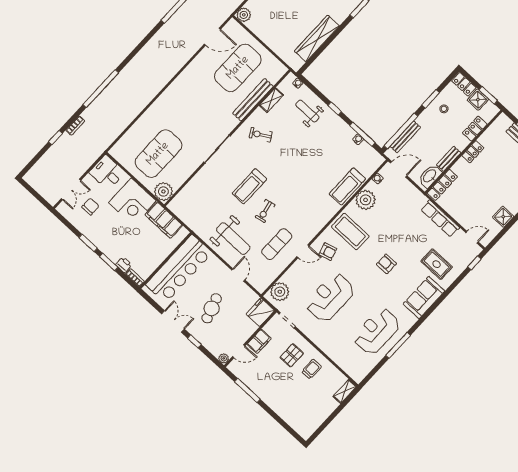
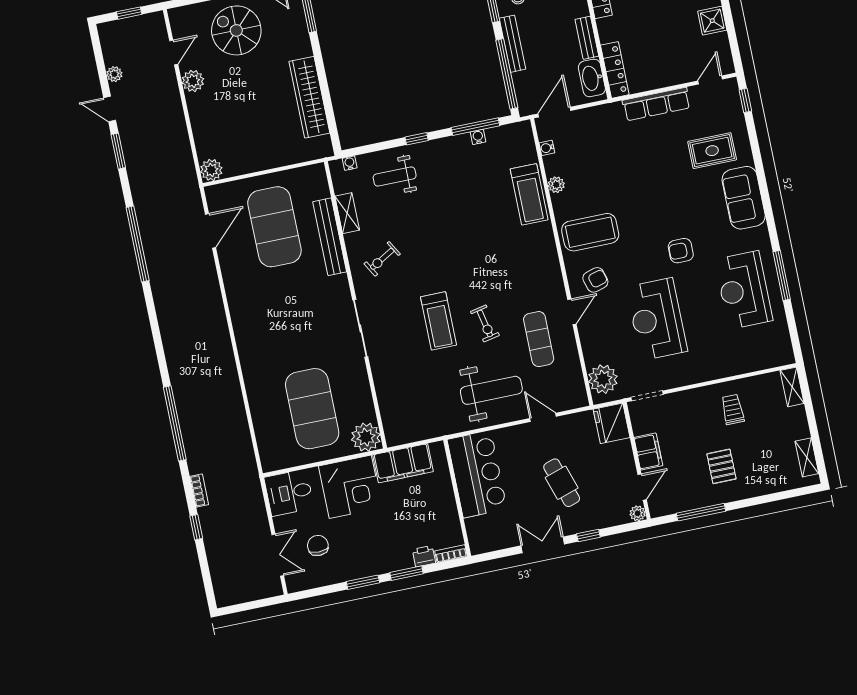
bench: (405, 137) -> (512, 44), moved
plant: (366, 200) -> (556, 185), width x0.53, depth x0.53
armchair: (386, 264) -> (681, 251), moved
bar counter: (179, 269) -> (477, 474), width x0.73
pallet: (292, 355) -> (721, 466), moved
shelving: (314, 425) -> (807, 457), added

